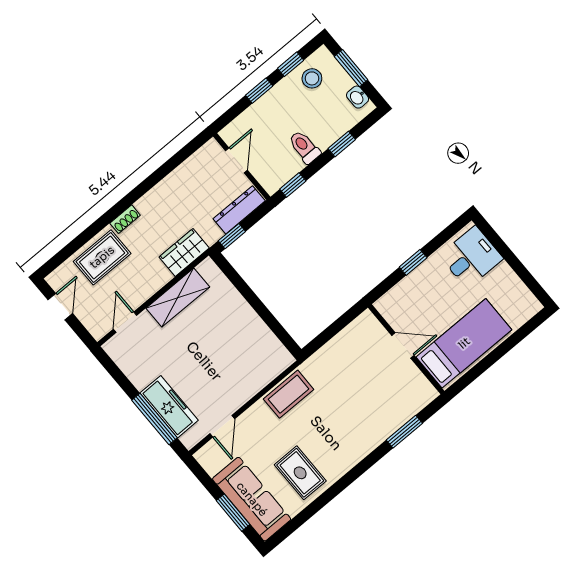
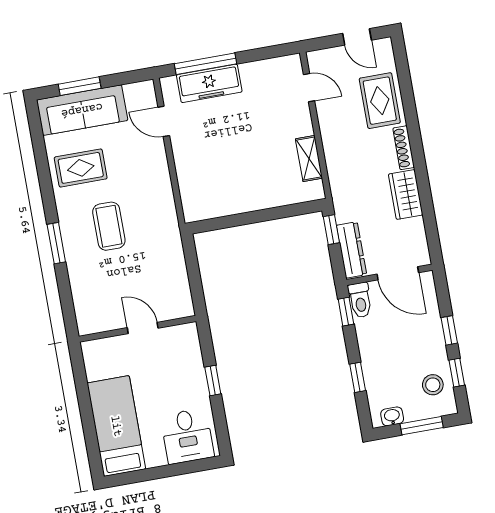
toilet: (304, 147) -> (360, 300), moved, turned 90
door: (236, 160) -> (398, 273), width x1.38
shoe rack: (125, 219) -> (404, 148), width x1.43
wardrobe: (184, 252) -> (406, 194), moved, turned 180
shelving: (178, 298) -> (309, 159), width x0.67, depth x0.75
bed: (464, 343) -> (116, 426), moved, turned 180
door: (403, 345) -> (143, 328), swing flipped
coffee table: (289, 394) -> (109, 226), moved
window: (404, 432) -> (56, 243), moved

